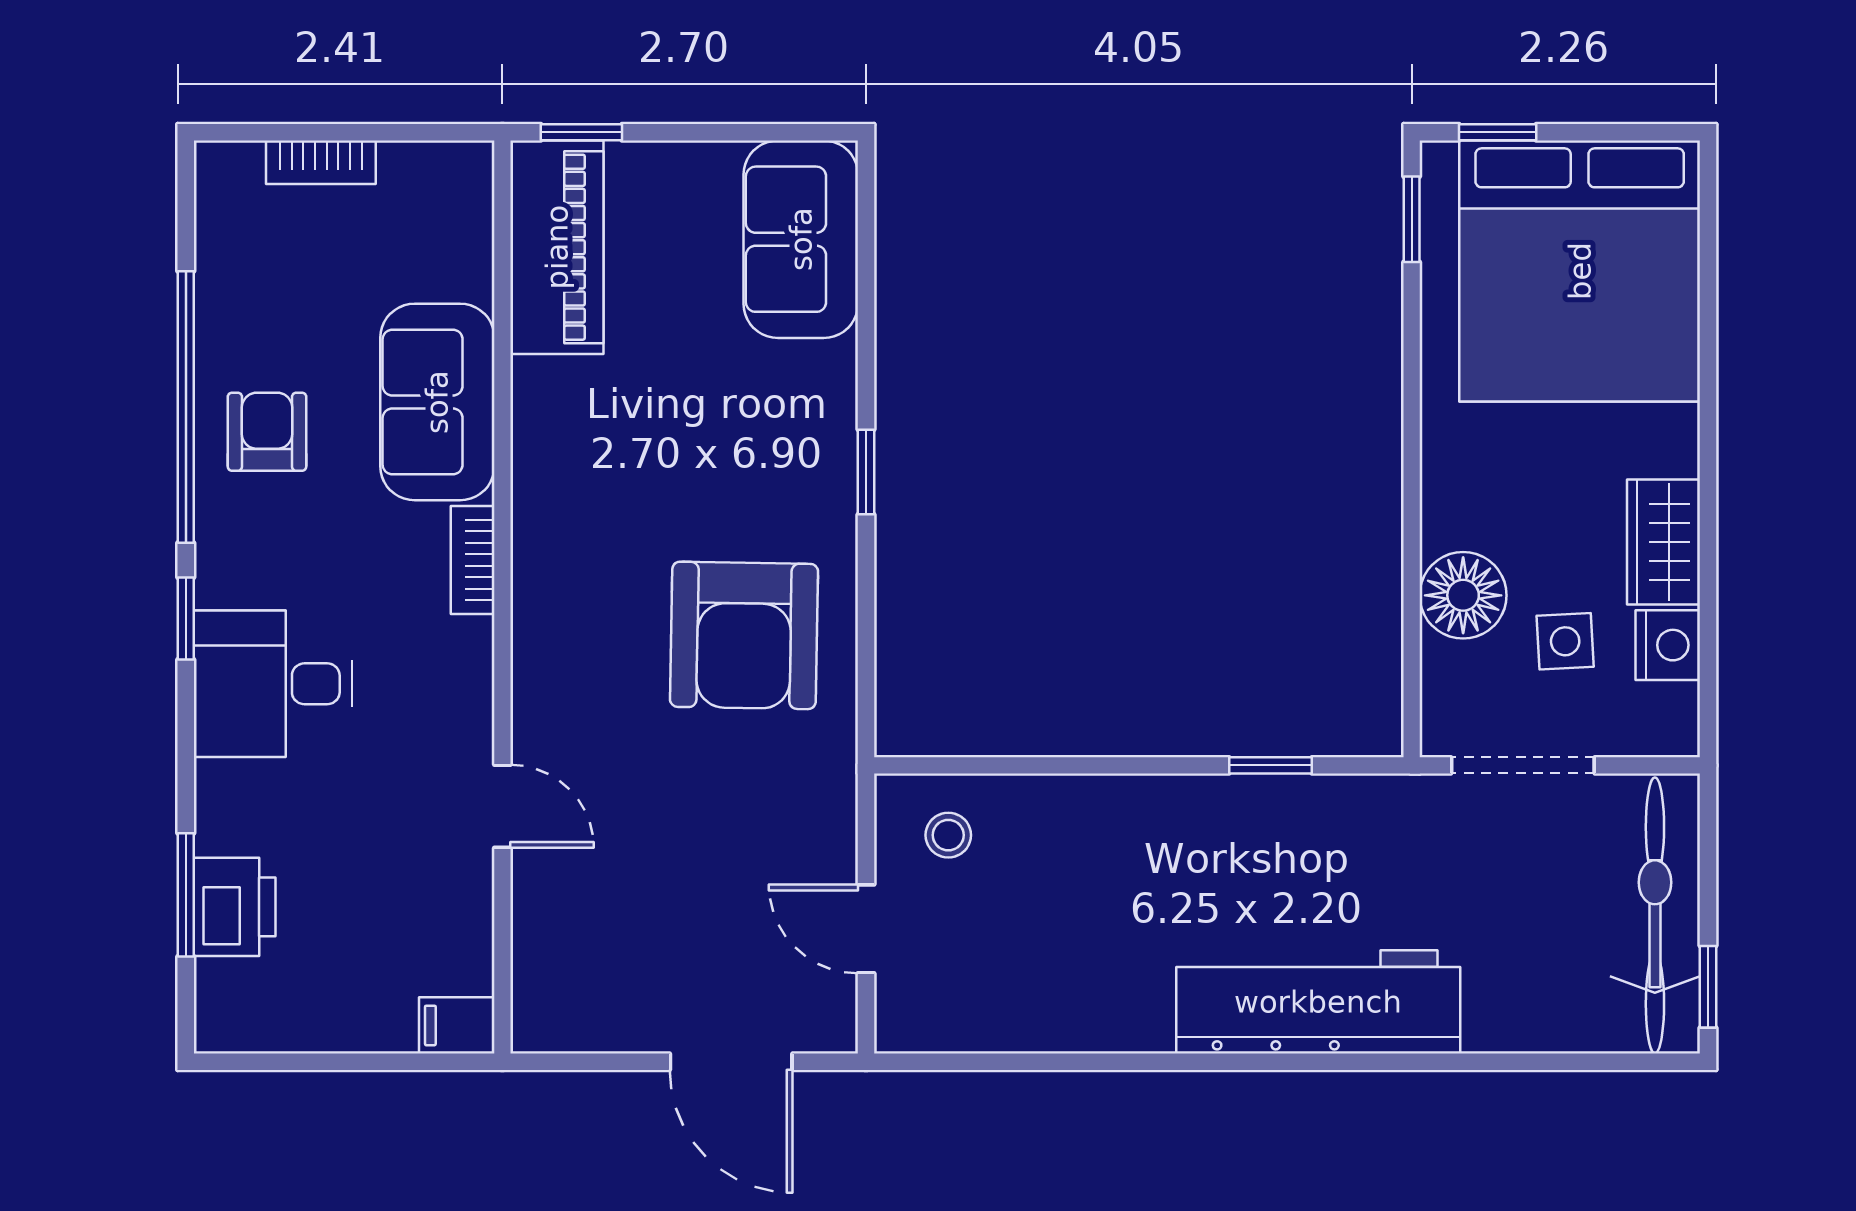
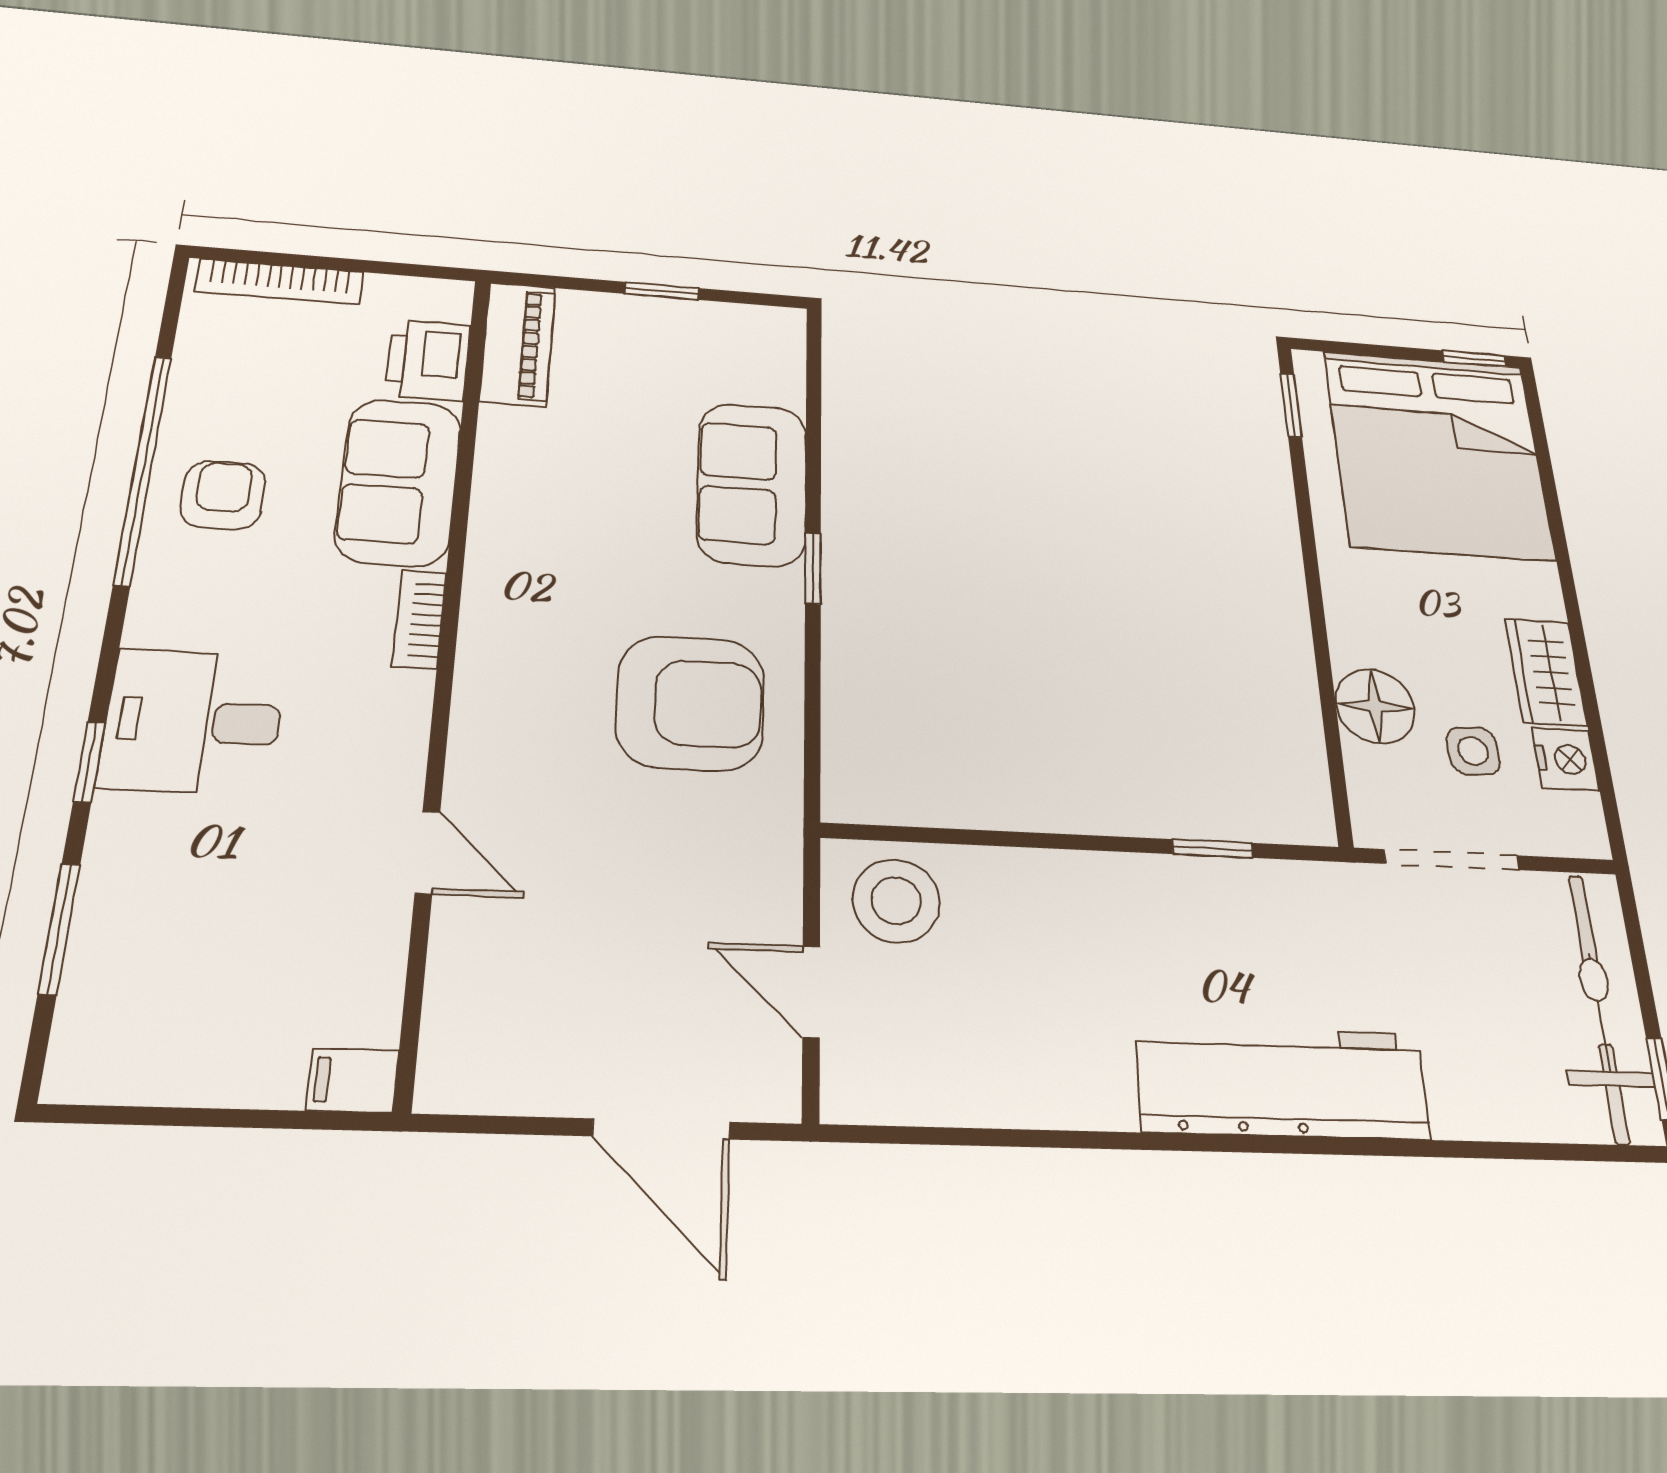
window: (581, 132) -> (662, 291), moved
window: (1498, 132) -> (1474, 359), moved
bookcase: (321, 162) -> (279, 282), width x1.56
sofa: (801, 239) -> (752, 484), moved
piano: (557, 247) -> (518, 344), width x0.73, depth x0.75
window: (186, 619) -> (89, 762), moved
armchair: (744, 635) -> (691, 703), turned -91
stool: (948, 835) -> (896, 901), width x1.89, depth x1.89
printer: (235, 907) -> (428, 360), moved, turned 180

